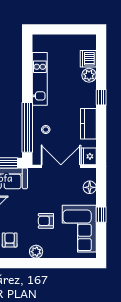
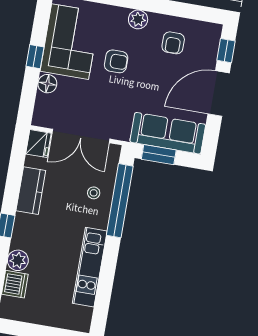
floor lamp: (90, 187) -> (47, 84), moved

